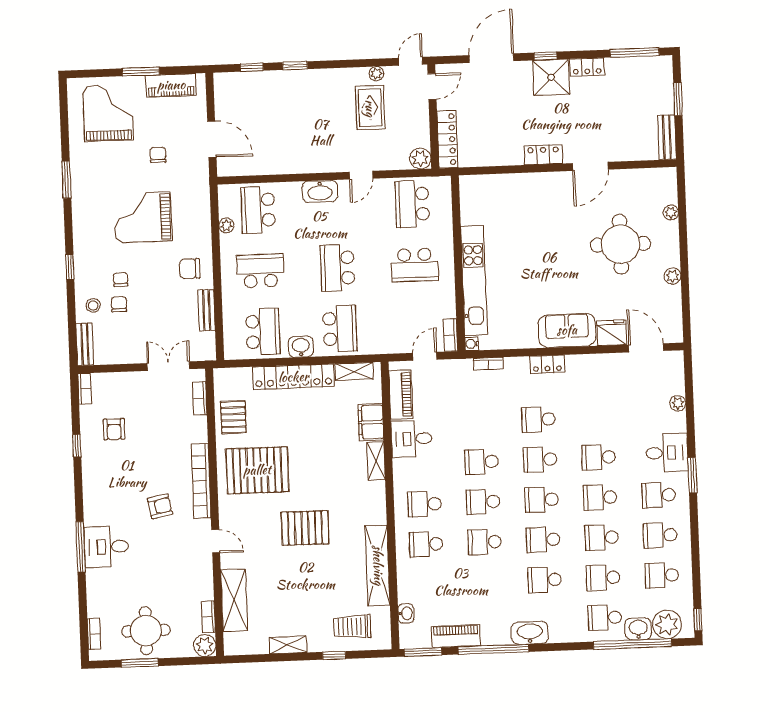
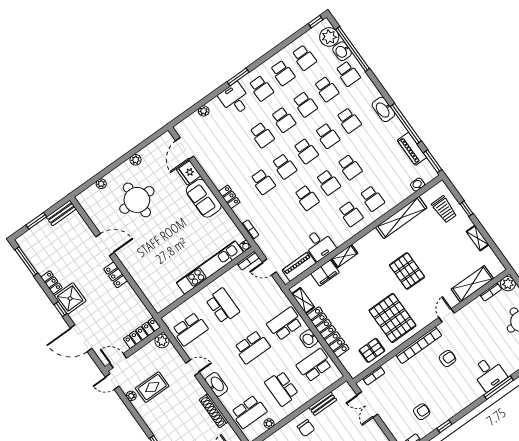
shoe rack: (289, 166) -> (214, 411), added
armchair: (160, 506) -> (448, 359), turned 101

